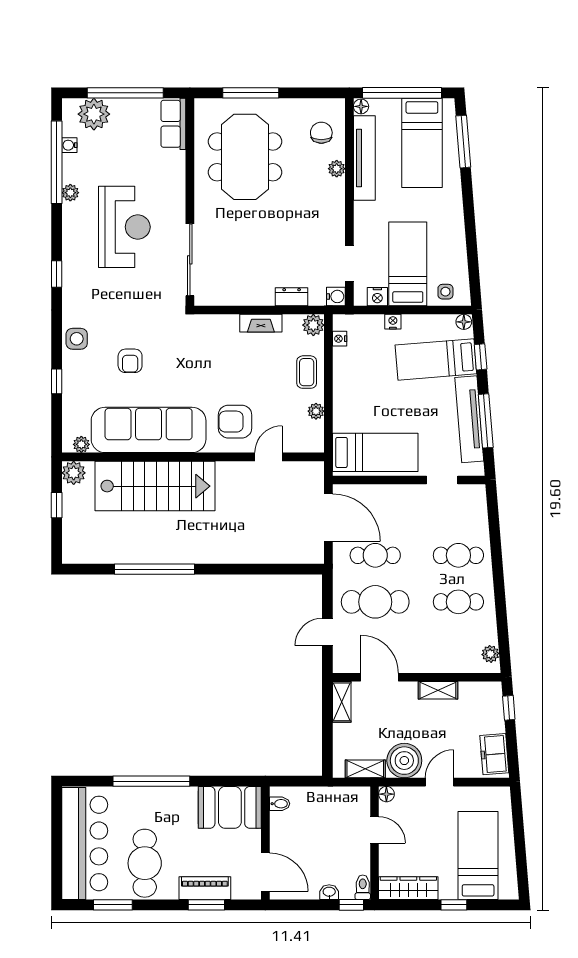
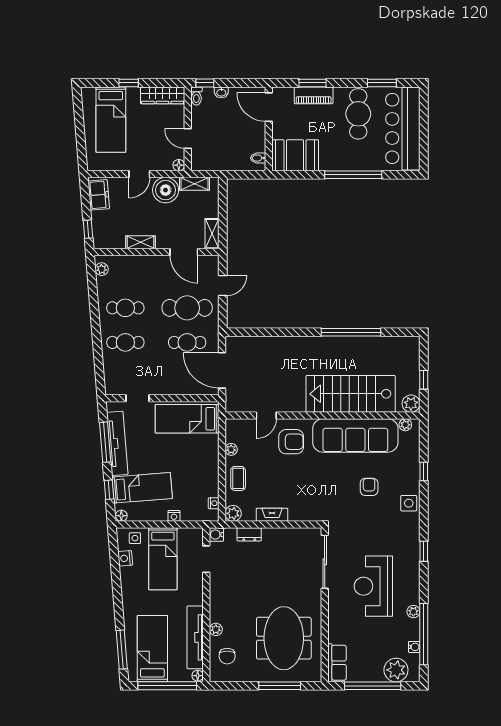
nightstand: (377, 297) -> (125, 558), moved, turned -95

